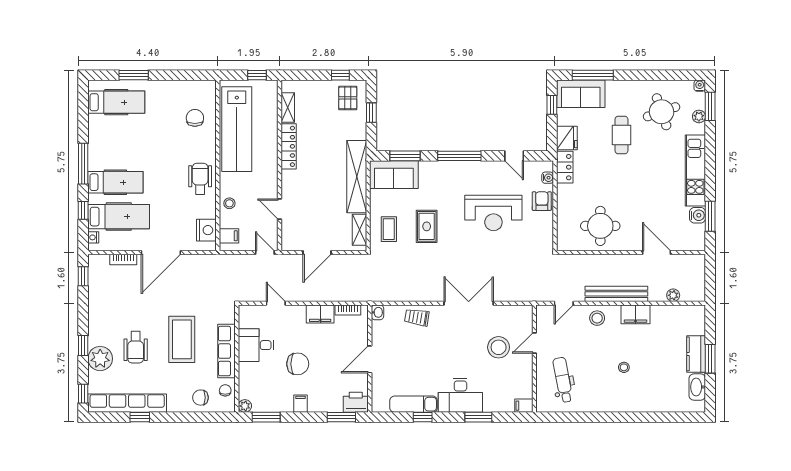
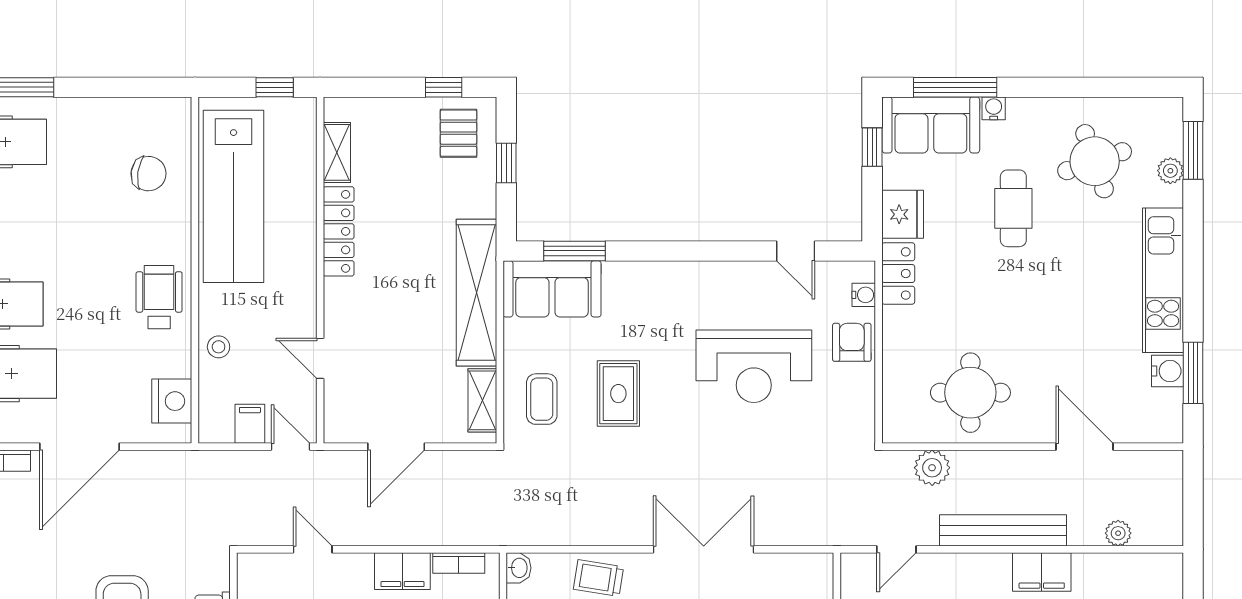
water cooler: (700, 86) -> (994, 108), moved
chair: (195, 118) -> (149, 174), turned 98
window: (459, 156) -> (685, 251), removed
filing cabinet: (229, 236) -> (250, 424), moved, turned -90
plant: (581, 263) -> (932, 468), added
stool: (597, 318) -> (964, 579), removed

